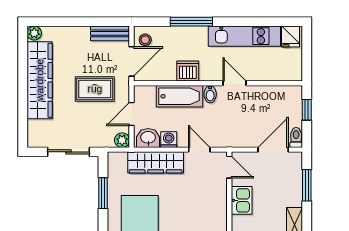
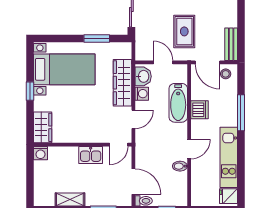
bidet: (210, 94) -> (180, 166), moved
plant: (122, 140) -> (141, 54), removed

